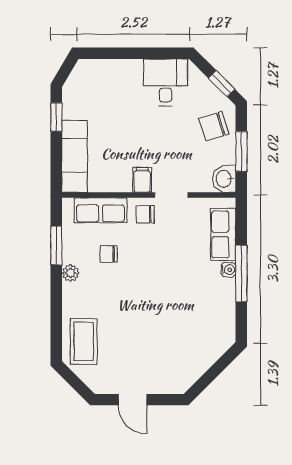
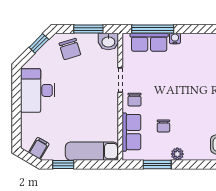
desk: (165, 82) -> (38, 90), width x1.37
filing cabinet: (142, 180) -> (39, 148), moved, turned 120
window: (241, 274) -> (153, 29), moved

